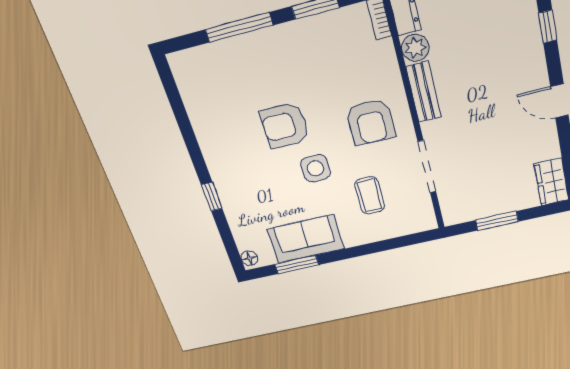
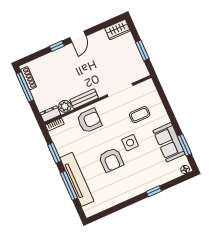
window: (548, 27) -> (57, 46), moved
tv unit: (251, 47) -> (77, 179), added
armchair: (371, 122) -> (89, 121), moved

